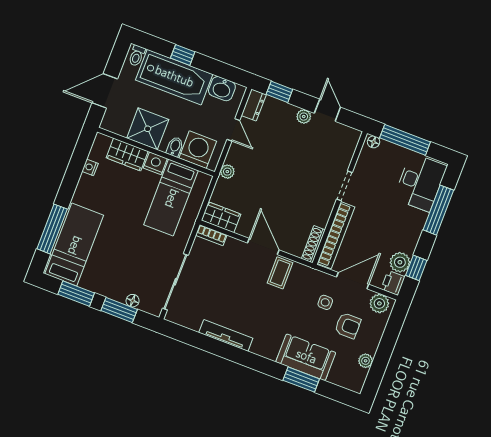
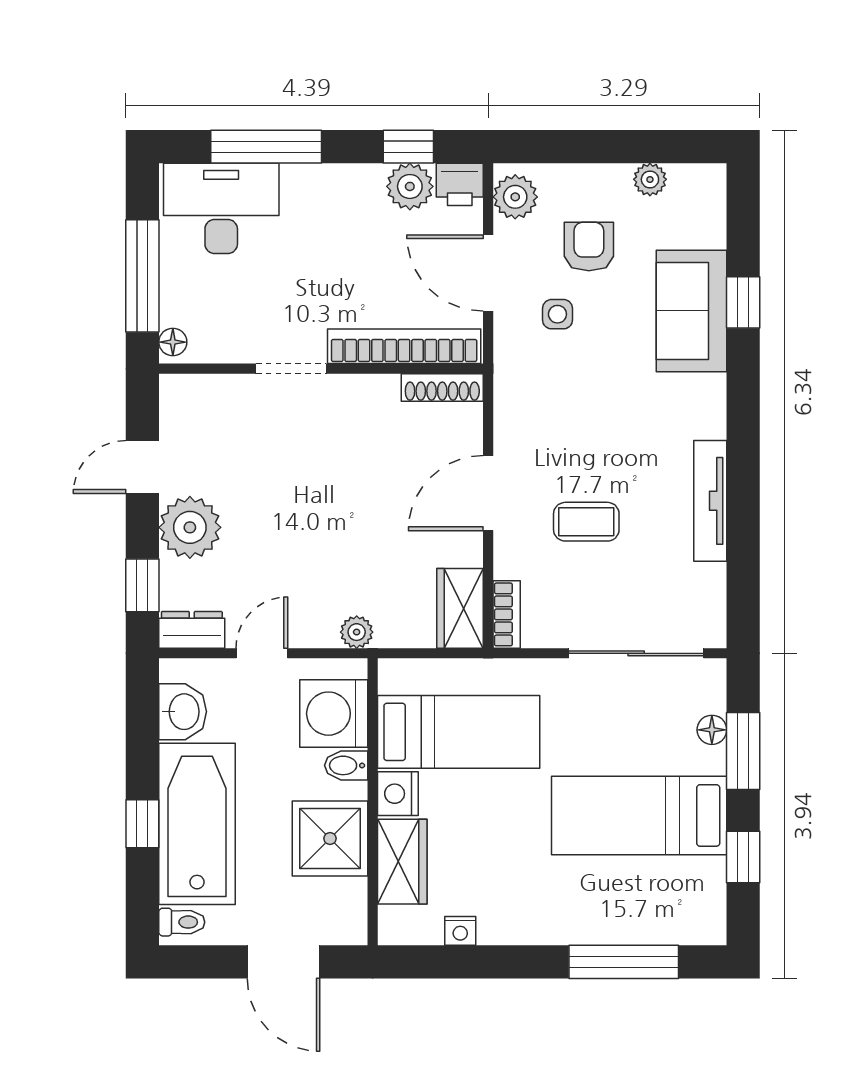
plant: (304, 117) -> (190, 527), width x1.87, depth x1.87
bed: (74, 245) -> (639, 815), moved
coffee table: (280, 273) -> (586, 522), moved
window: (76, 294) -> (743, 857), width x0.67
window: (301, 380) -> (743, 302), width x0.67

